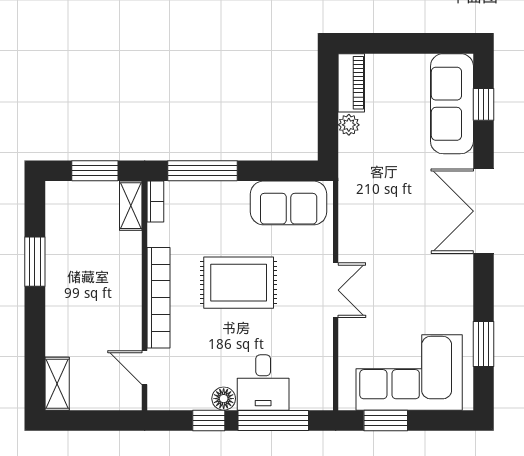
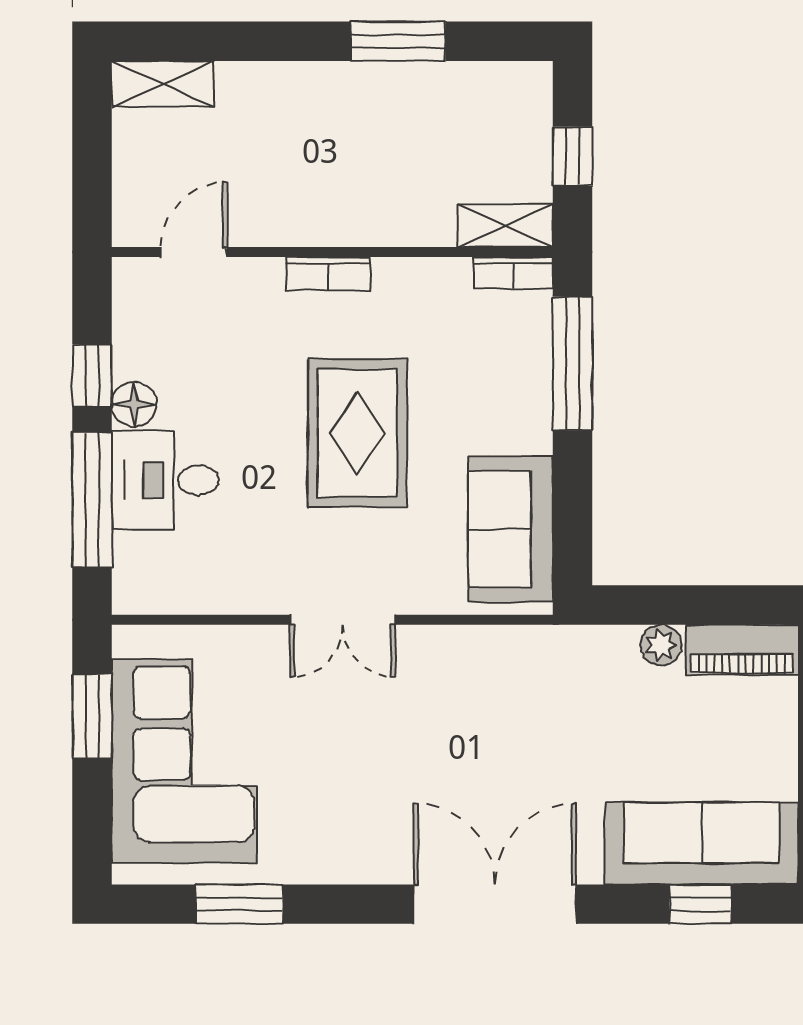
window: (95, 171) -> (573, 156), width x0.67
bookcase: (159, 298) -> (328, 274), width x0.43, depth x0.76

